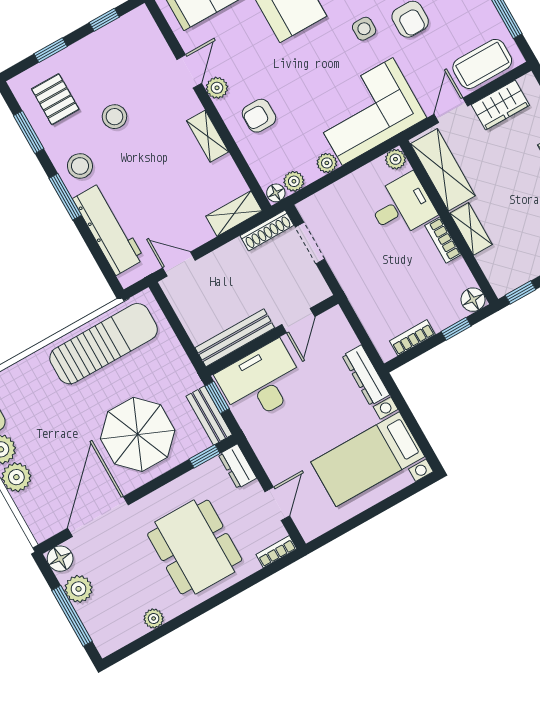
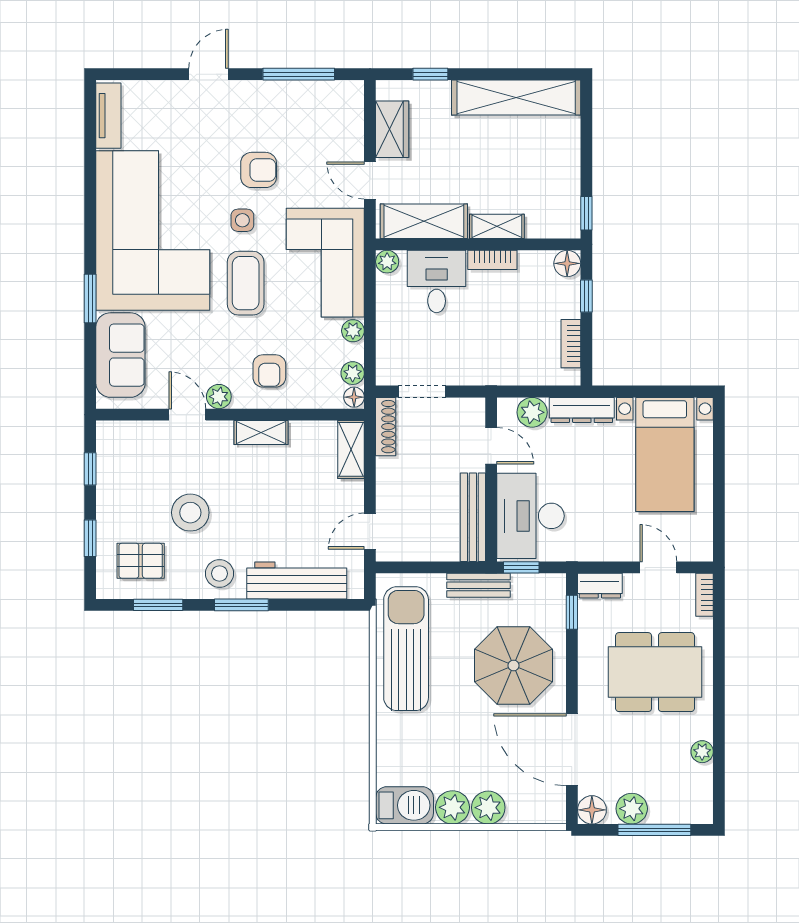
coffee table: (482, 64) -> (246, 283), moved
stool: (114, 117) -> (190, 513), width x1.38, depth x1.38
plant: (342, 338) -> (532, 412), added
bench: (209, 415) -> (479, 585), moved

